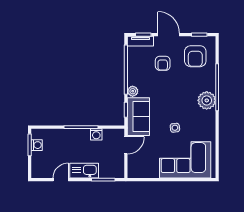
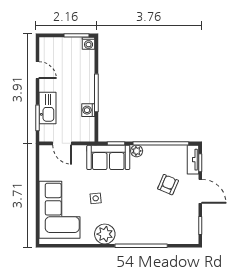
door: (169, 35) -> (200, 191), hinge flipped
armchair: (195, 56) -> (176, 221), removed
armchair: (163, 63) -> (168, 185), turned 113
plant: (207, 100) -> (105, 234), moved
washing machine: (37, 145) -> (89, 43), moved
door: (126, 145) -> (62, 143), moved
kitchen sink: (84, 171) -> (48, 108), moved

